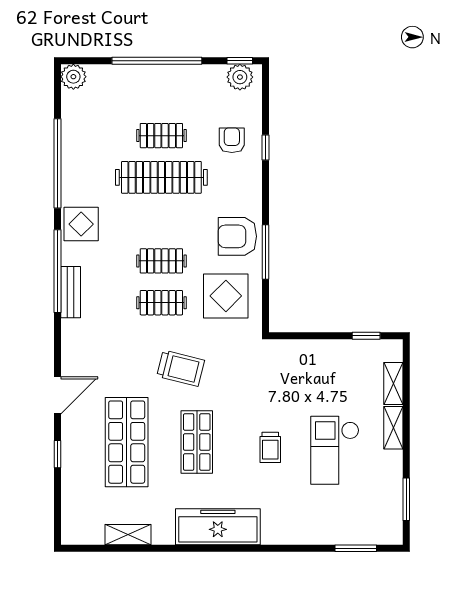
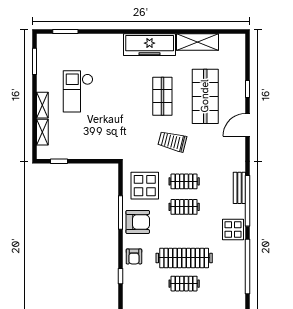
armchair: (232, 140) -> (134, 256), moved
trolley: (270, 447) -> (118, 93), removed
checkout: (335, 450) -> (78, 91), turned 180
shelving: (128, 535) -> (197, 42), width x1.50, depth x1.33

